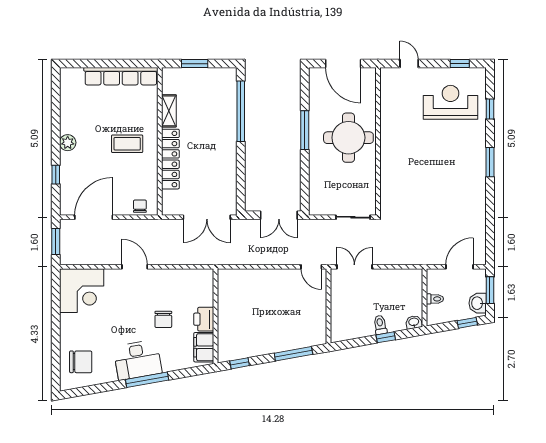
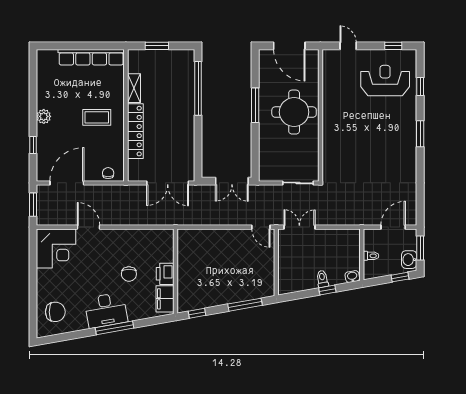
door: (135, 267) -> (89, 227), moved

